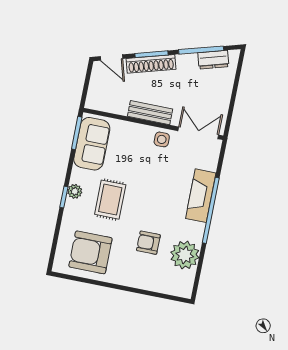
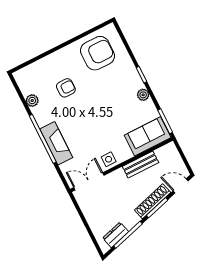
bench: (150, 113) -> (140, 165), moved
double door: (198, 133) -> (89, 181), swing flipped
sofa: (92, 144) -> (148, 136), moved, turned 90
plant: (75, 191) -> (143, 95), moved
rug: (110, 200) -> (111, 96), removed
plant: (185, 255) -> (32, 101), width x0.53, depth x0.53

